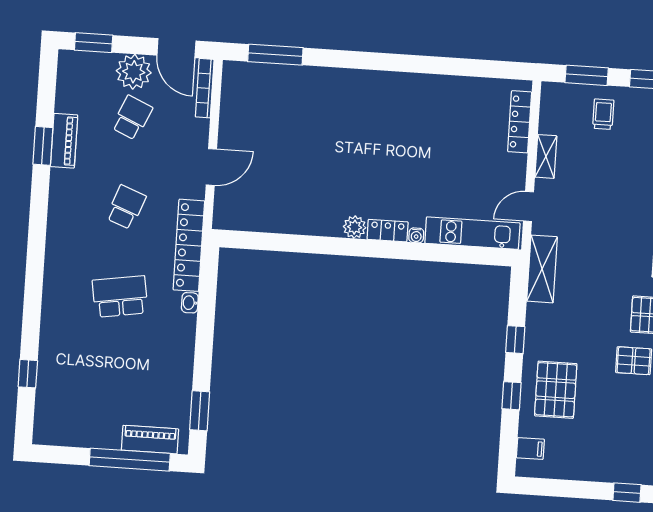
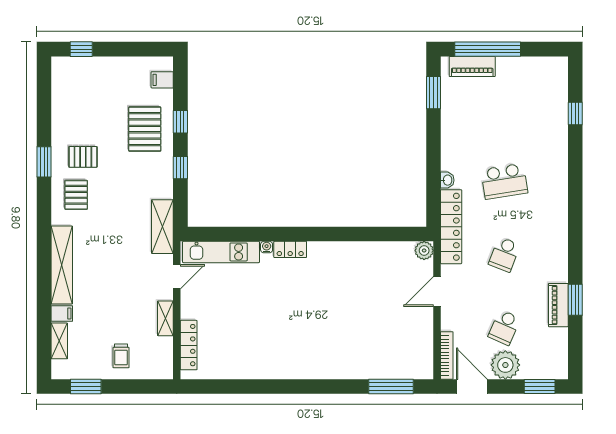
window: (587, 75) -> (137, 387), removed
plant: (355, 227) -> (424, 251), moved

